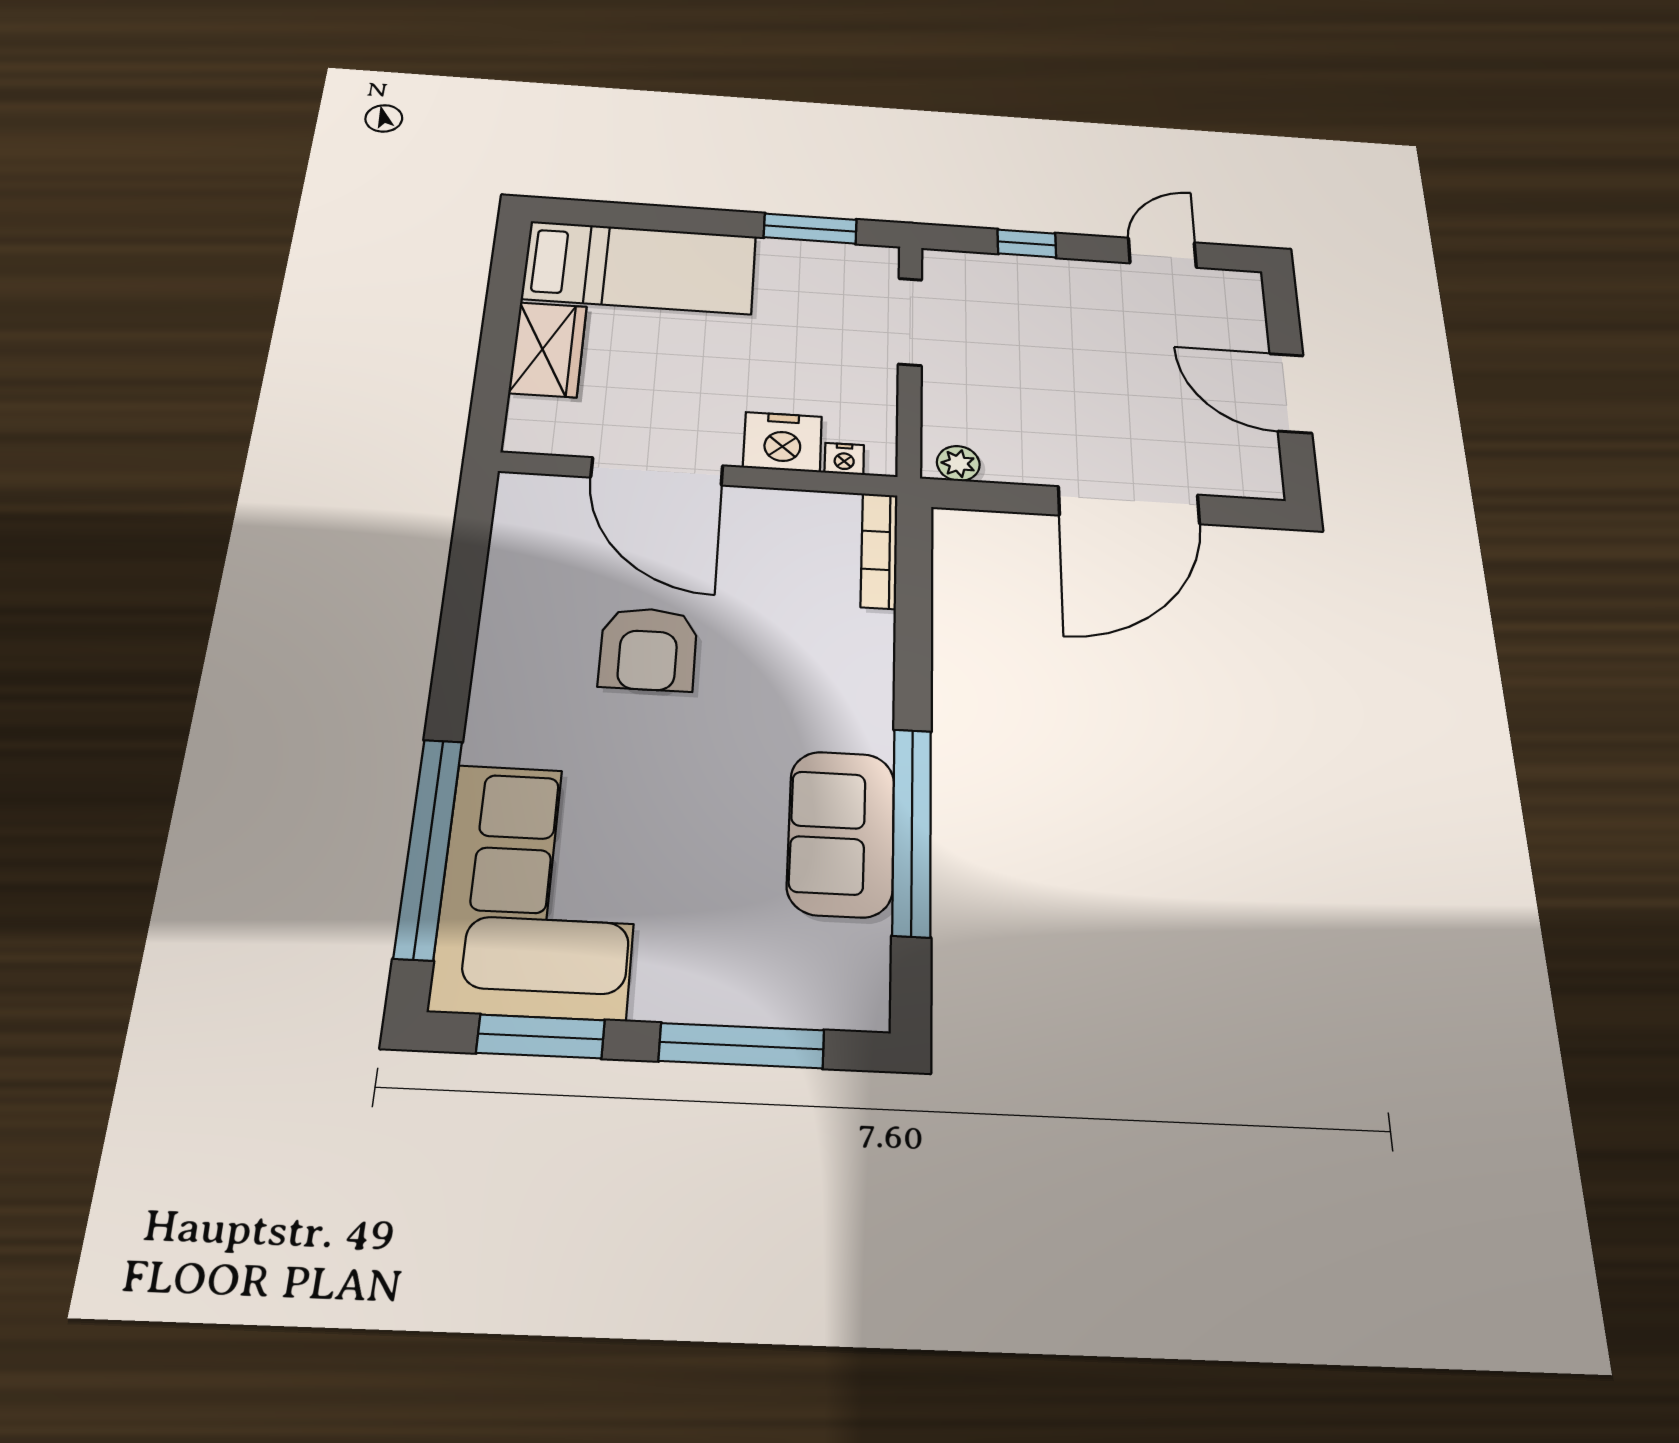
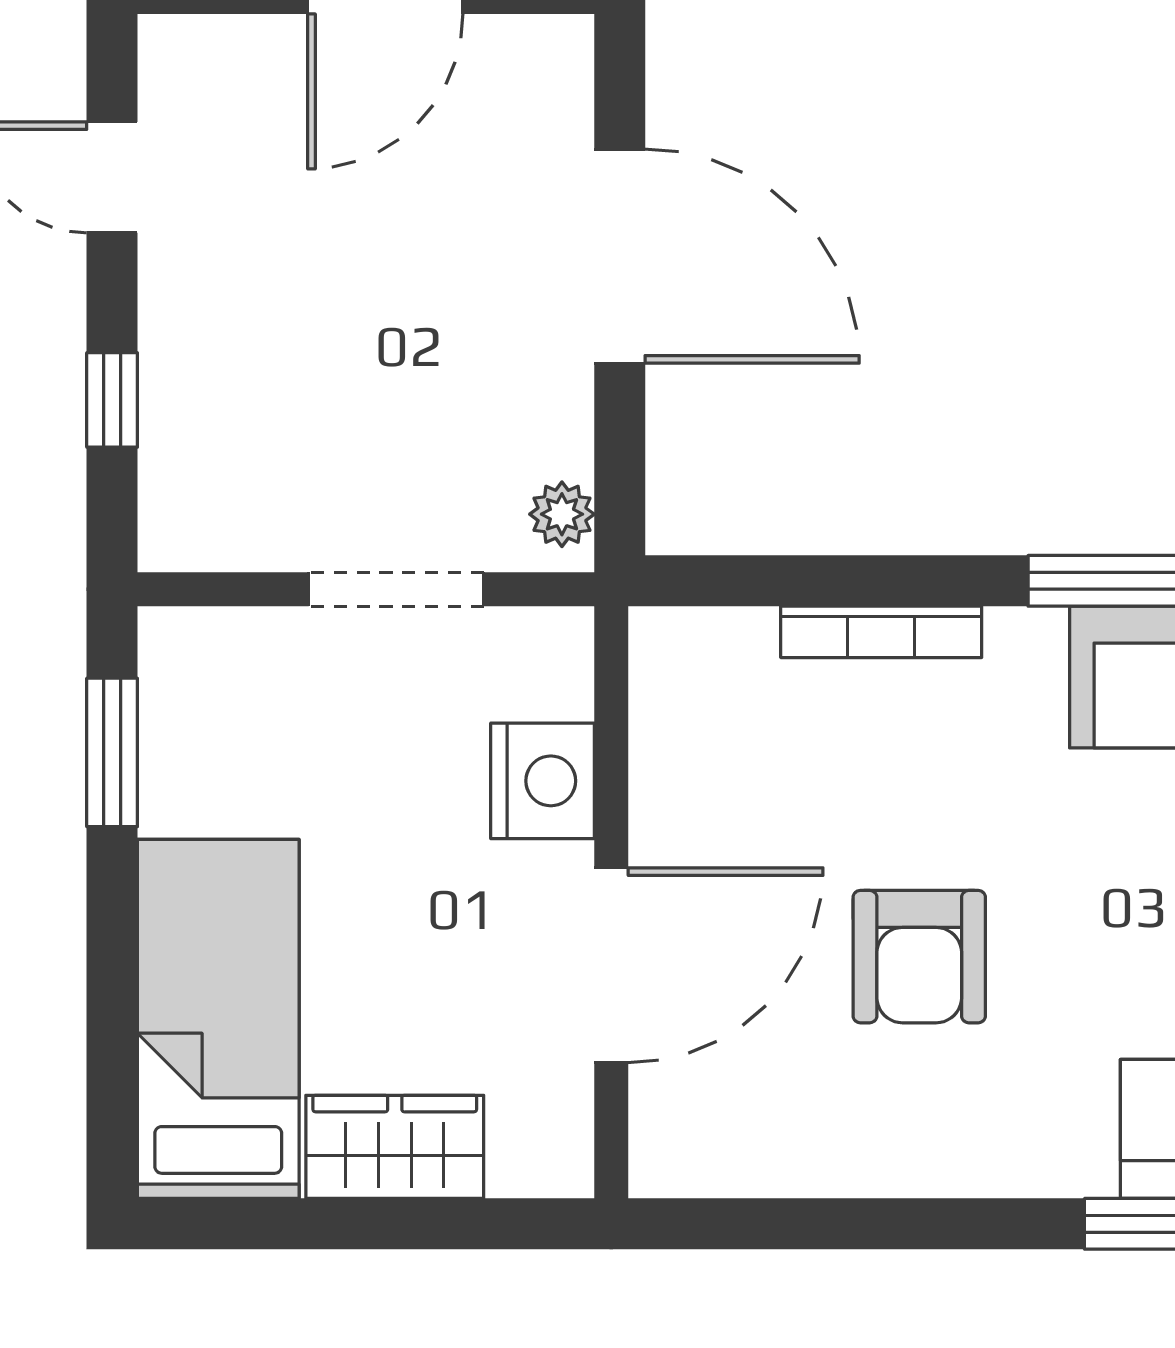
doorway: (910, 322) -> (396, 589), moved
nightstand: (844, 459) -> (567, 687), removed
bookcase: (879, 550) -> (881, 632), moved
armchair: (648, 649) -> (919, 957), turned 90

